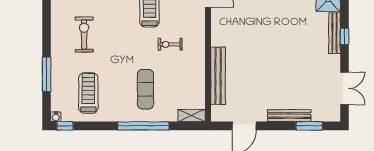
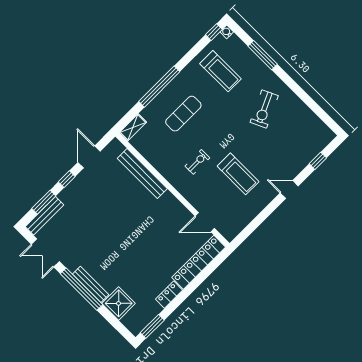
exercise bike: (84, 34) -> (264, 109), turned 65
window: (344, 36) -> (82, 289), width x3.17
exercise mat: (145, 89) -> (183, 114), turned 90
bench: (289, 116) -> (44, 216), moved
window: (276, 126) -> (67, 179), added

